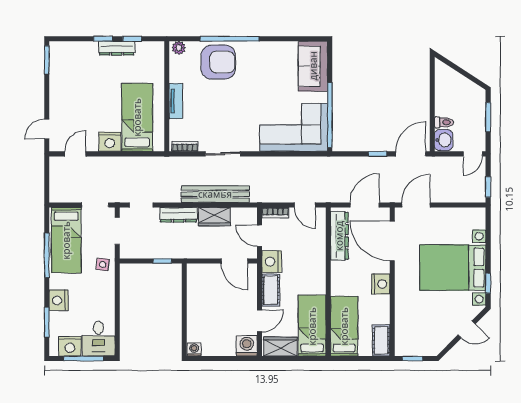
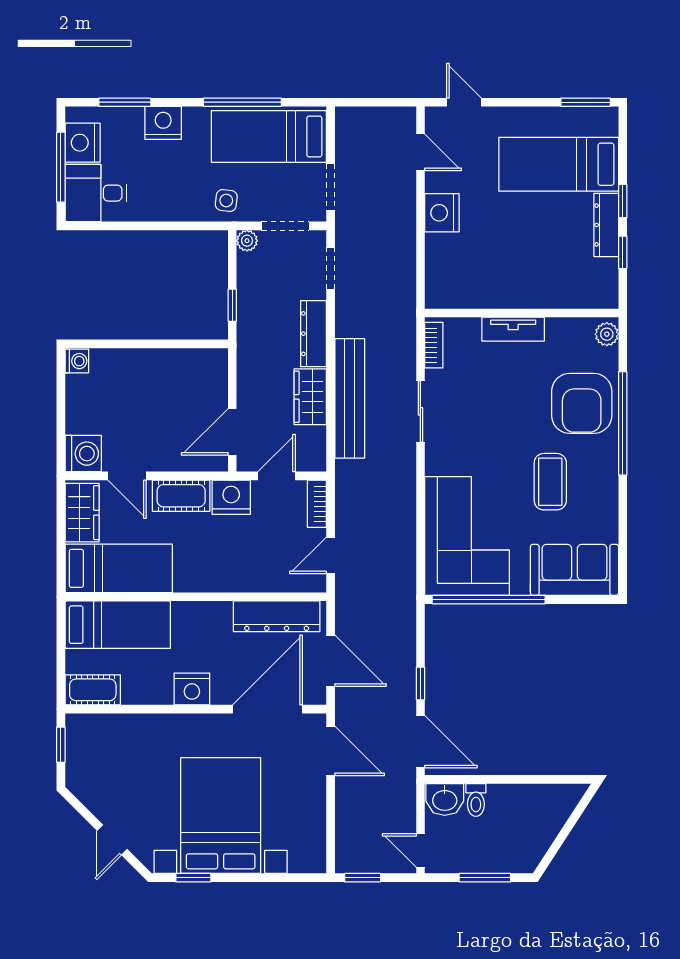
coffee table: (263, 80) -> (550, 482), added
bed: (137, 117) -> (559, 164), moved, turned 180
plant: (126, 253) -> (247, 241), added

